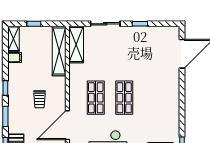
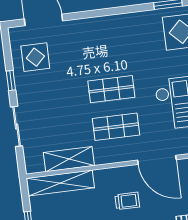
display table: (155, 44) -> (35, 57), added
shelving: (76, 45) -> (69, 159), moved

